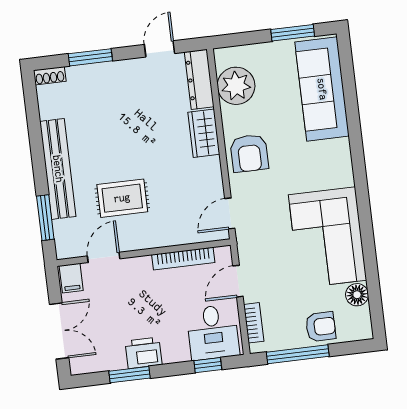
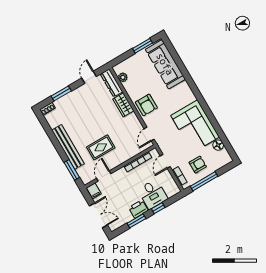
plant: (236, 86) -> (123, 77), width x0.53, depth x0.53
armchair: (321, 327) -> (198, 165), moved
desk: (213, 332) -> (153, 194), moved
window: (208, 365) -> (158, 208), moved

